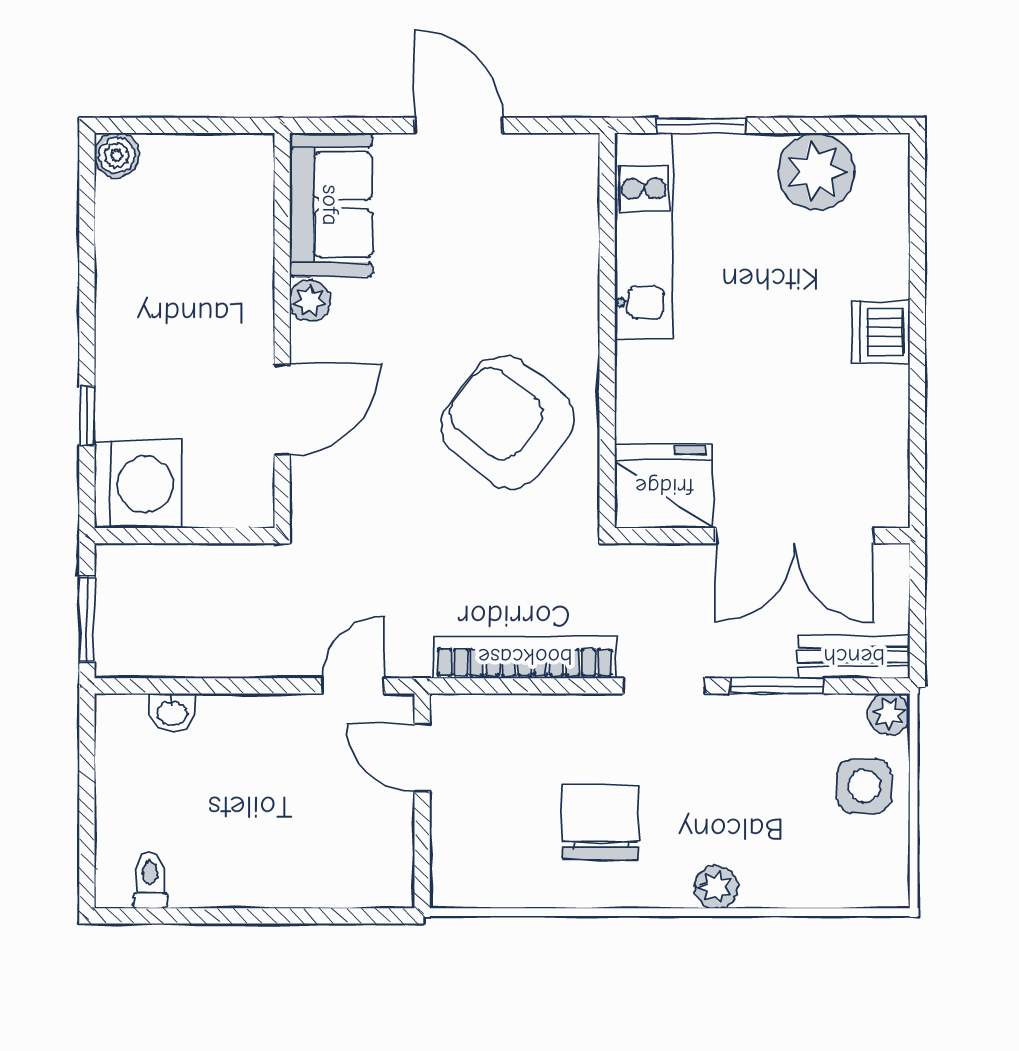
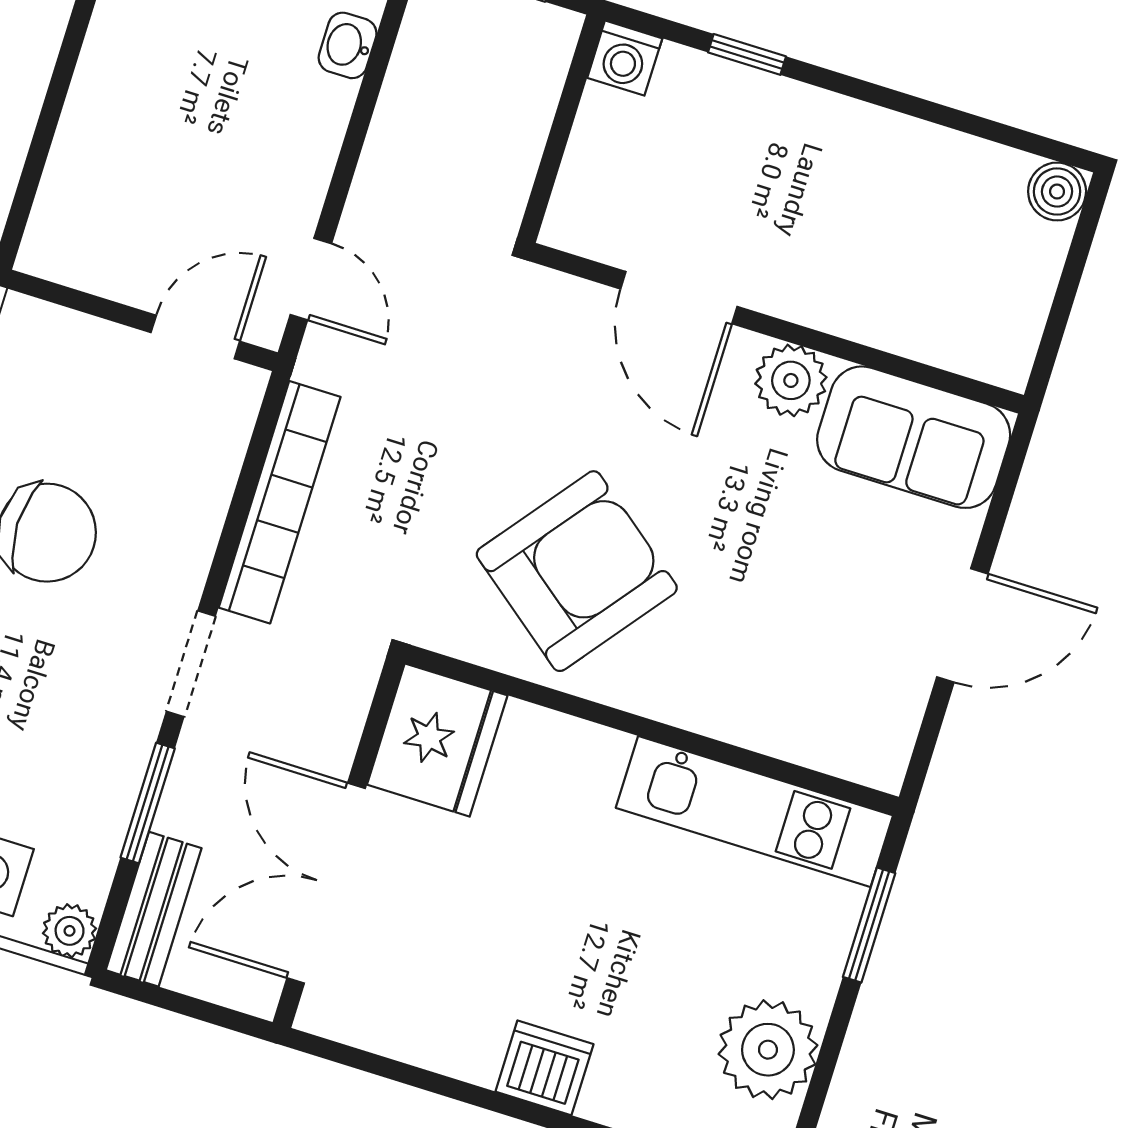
plant: (310, 301) -> (791, 380), width x1.38, depth x1.38
washing machine: (138, 484) -> (625, 58), width x0.53, depth x0.53

